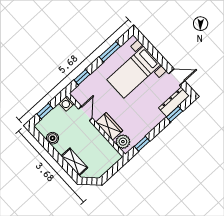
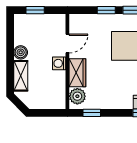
window: (82, 77) -> (106, 10), moved
washing machine: (66, 103) -> (59, 63), moved
boiler: (53, 138) -> (21, 52), moved

